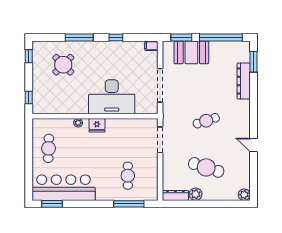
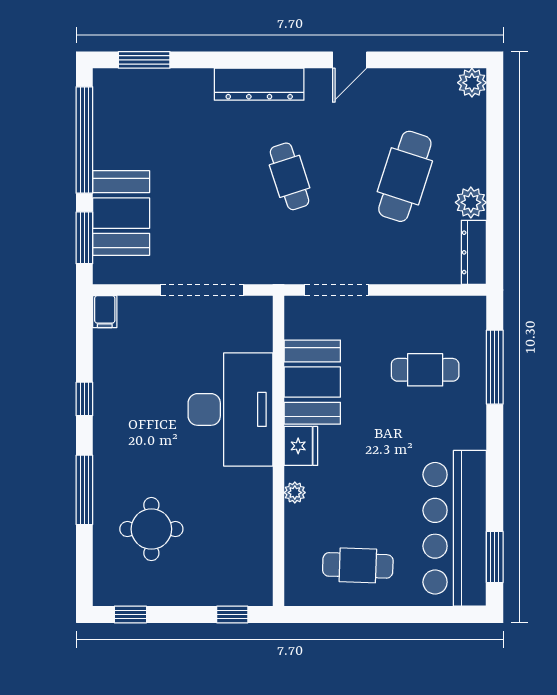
round table: (63, 65) -> (151, 529), turned 45
dresser: (244, 81) -> (259, 84), moved
booth: (123, 130) -> (312, 382), added

